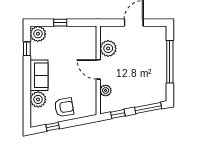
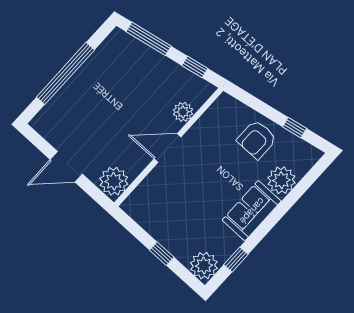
plant: (108, 48) -> (114, 181), moved
door: (98, 69) -> (168, 148), swing flipped
armchair: (64, 107) -> (257, 139), turned -81

